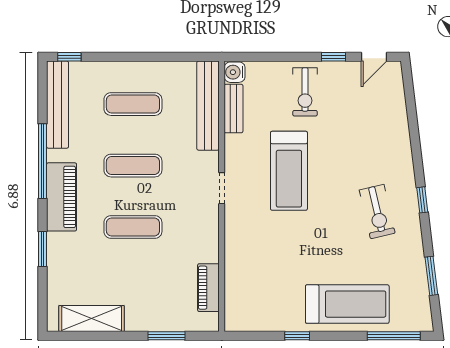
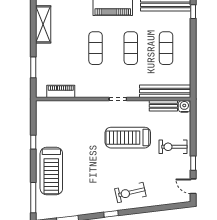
exercise bike: (377, 212) -> (130, 192), moved

